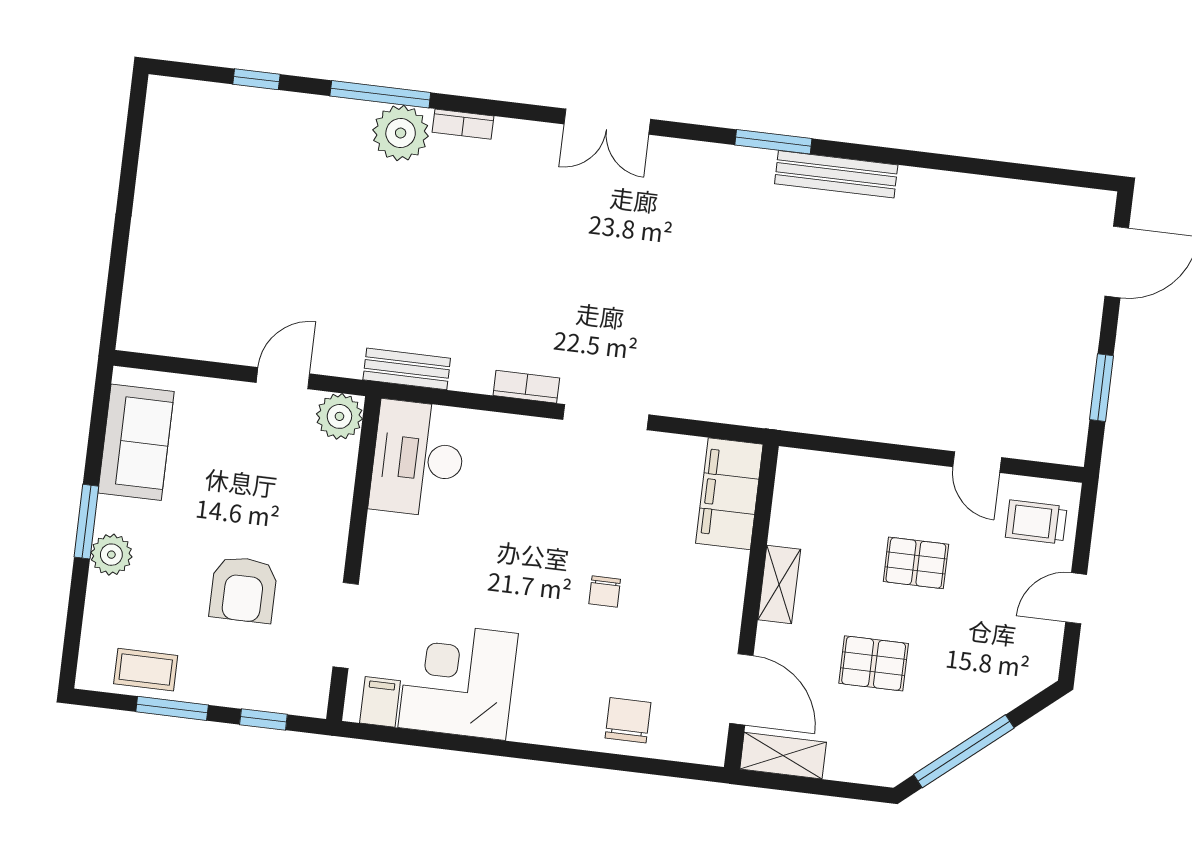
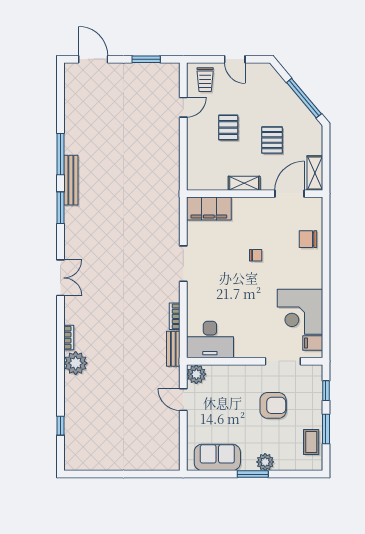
window: (380, 94) -> (61, 154), moved
bookcase: (526, 387) -> (175, 316), moved

